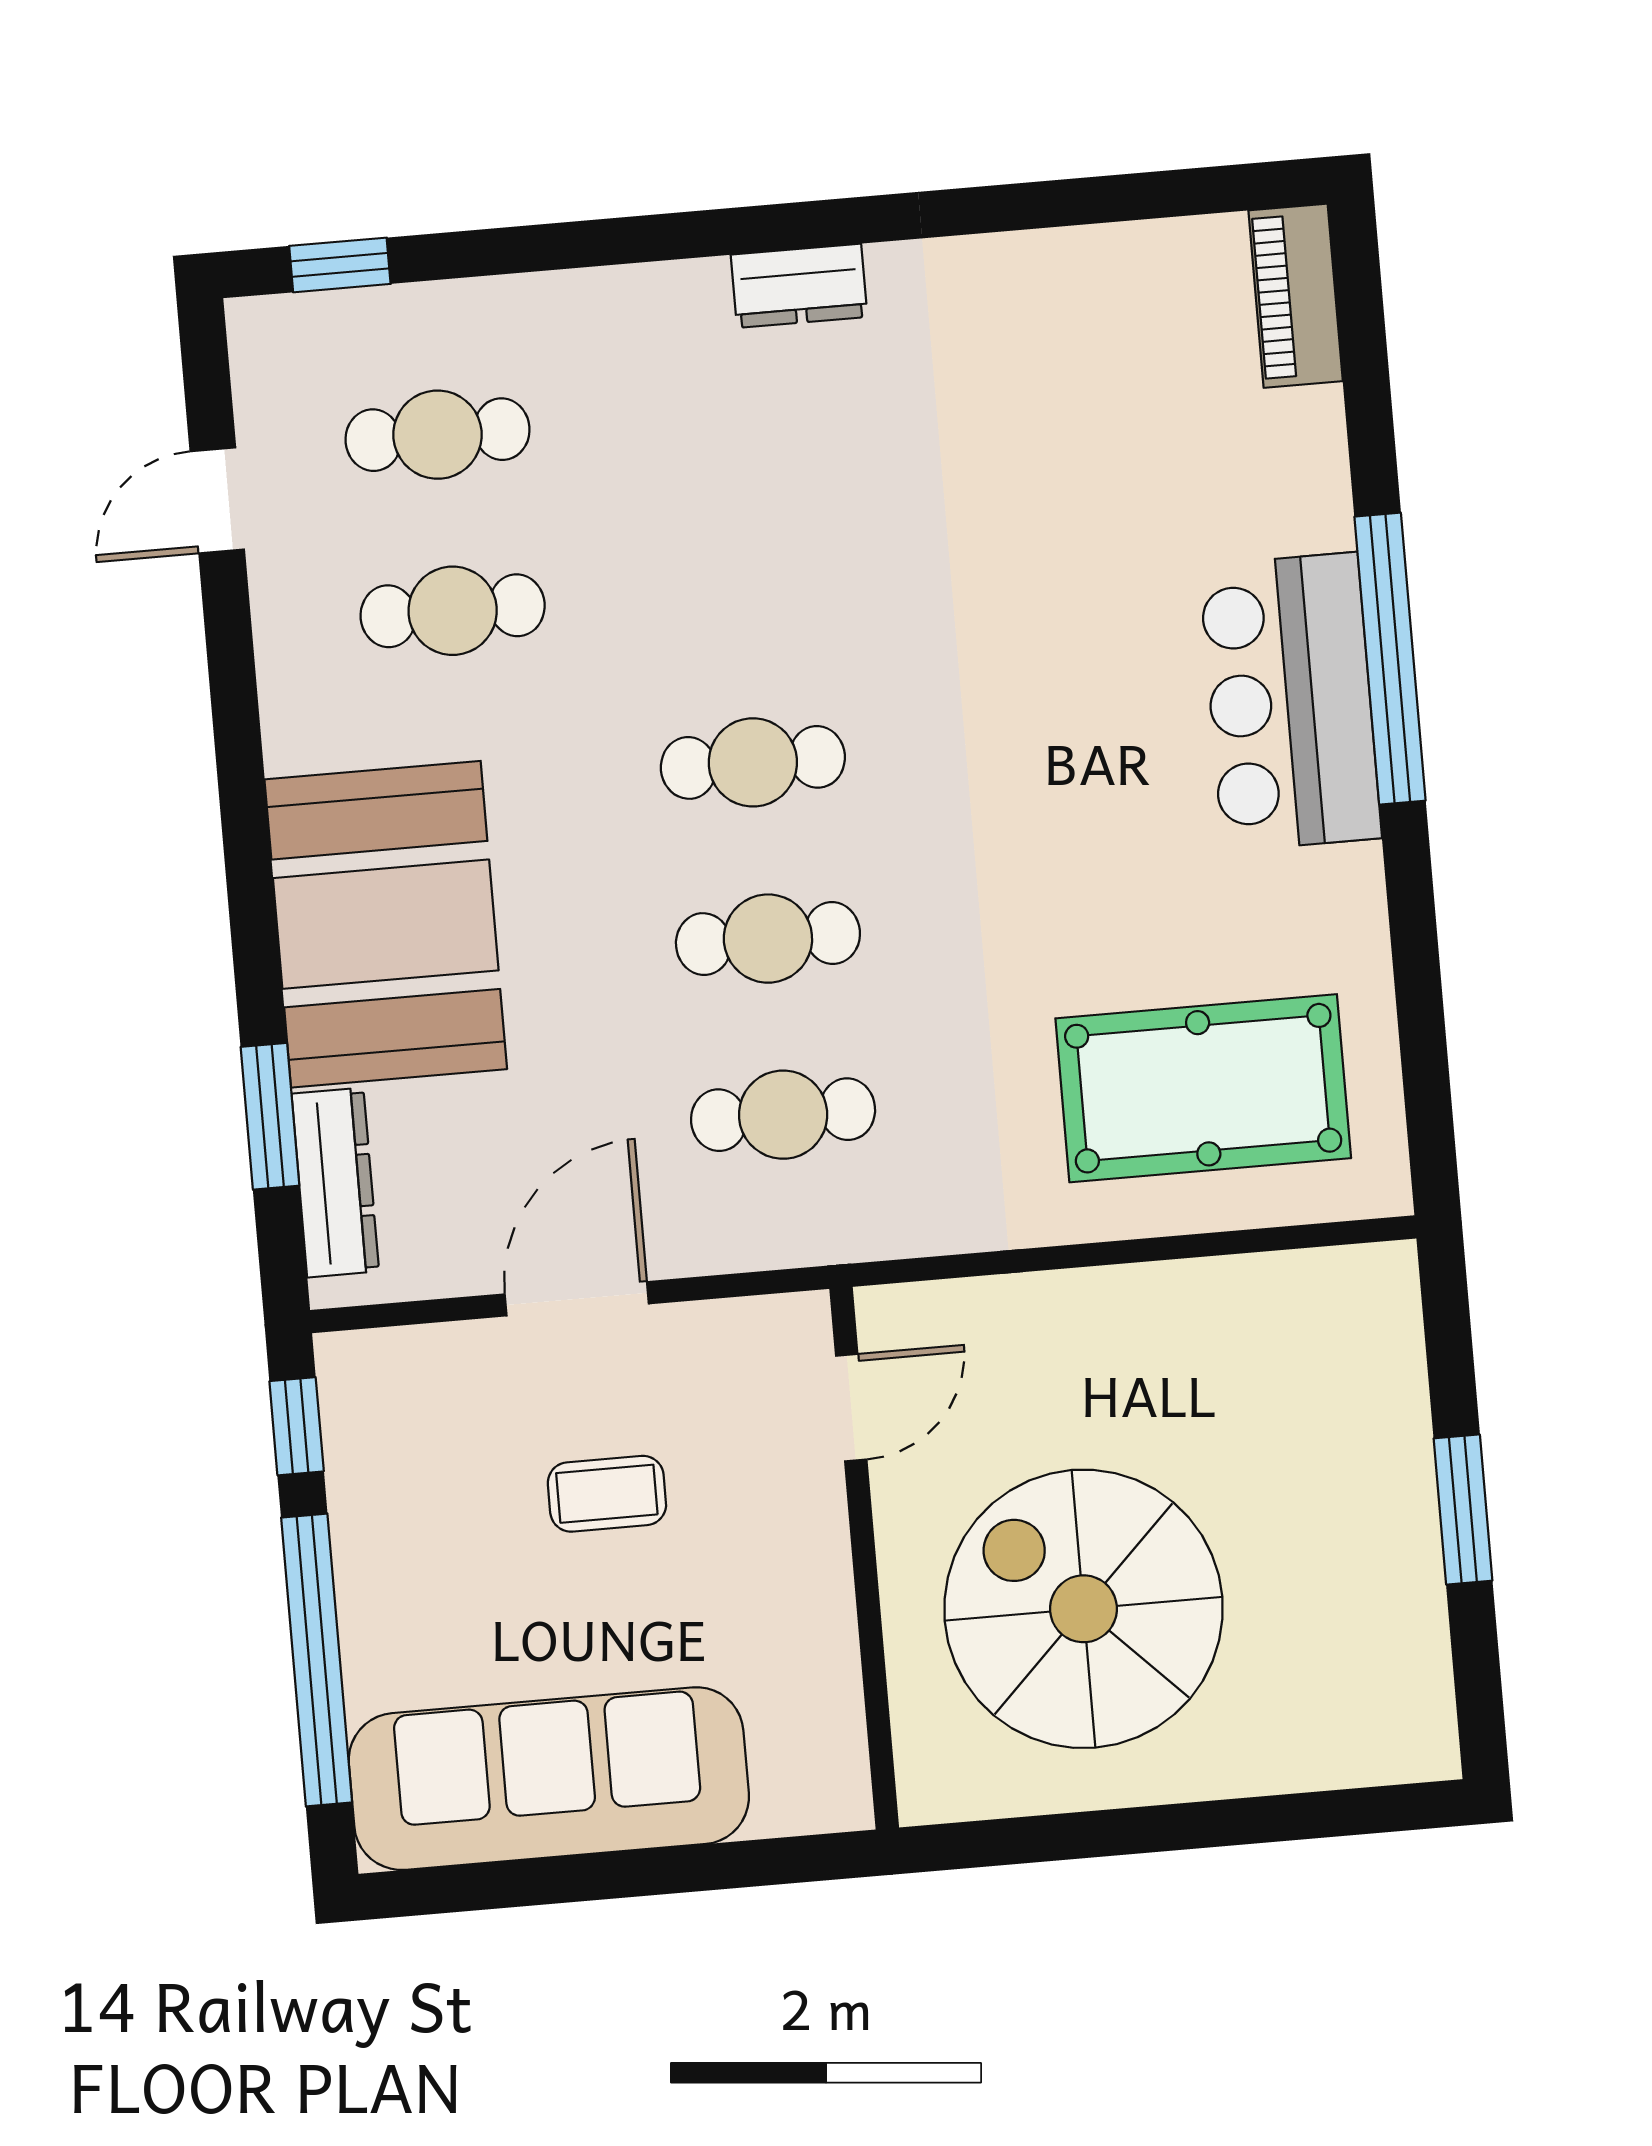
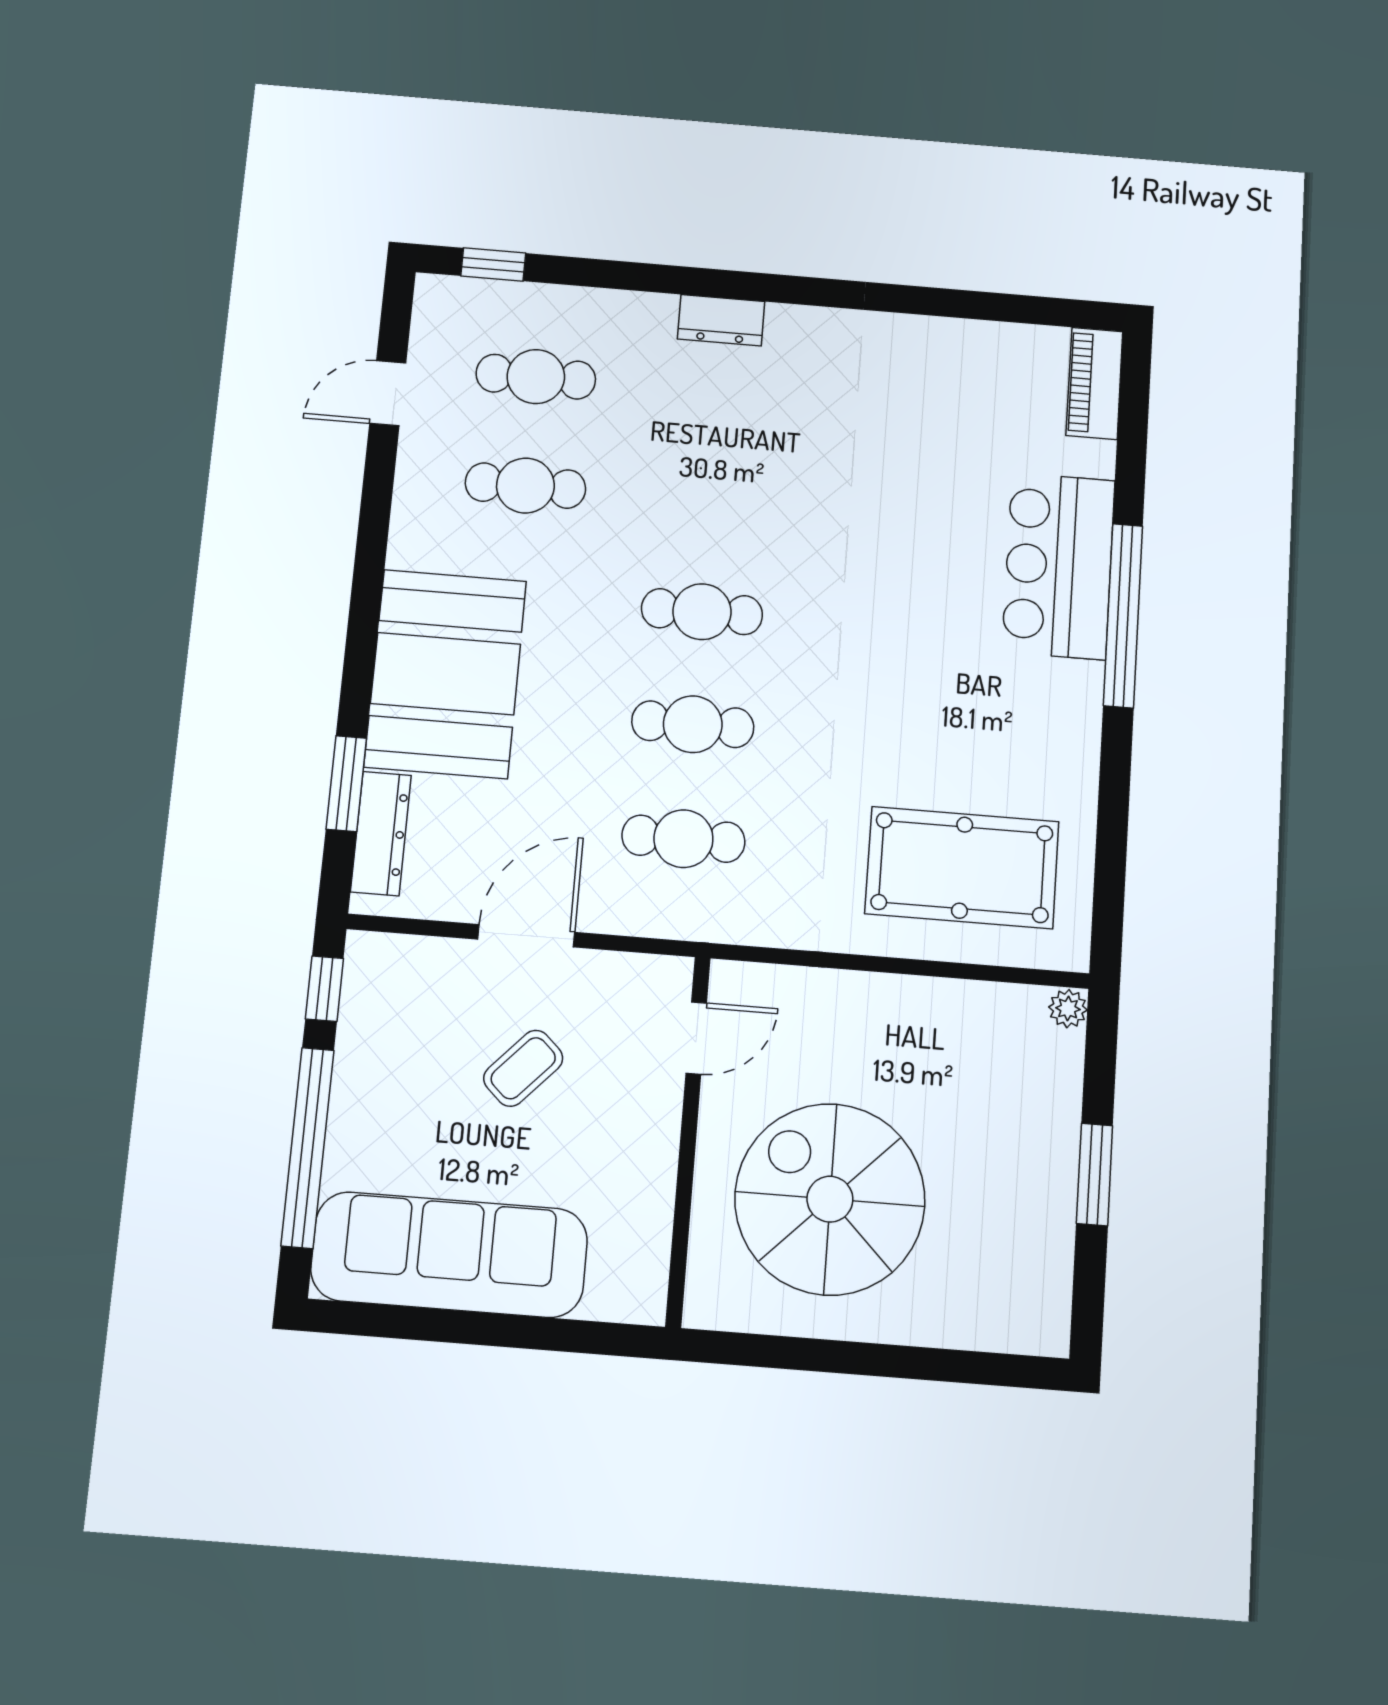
dresser: (799, 286) -> (721, 320), moved
bar counter: (1290, 702) -> (1059, 566), moved
plant: (1390, 1273) -> (1068, 1009), added
coffee table: (607, 1494) -> (523, 1068), turned -47

